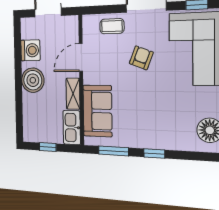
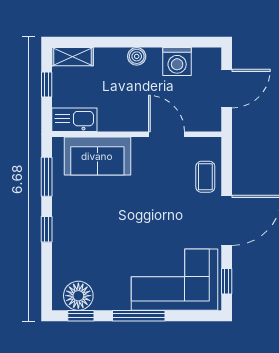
armchair: (141, 58) -> (165, 214), removed
boiler: (33, 80) -> (137, 56), width x0.54, depth x0.54
shelving: (73, 94) -> (73, 57), moved

